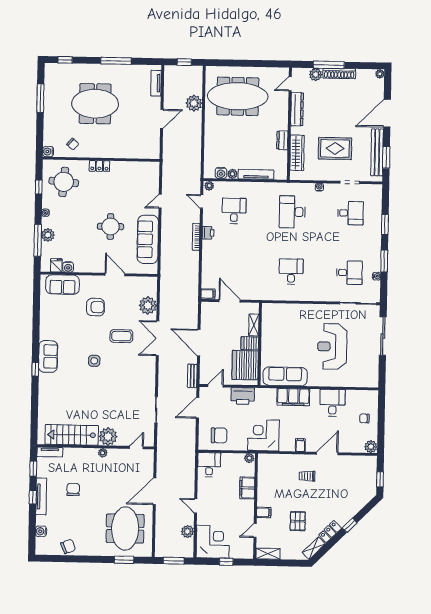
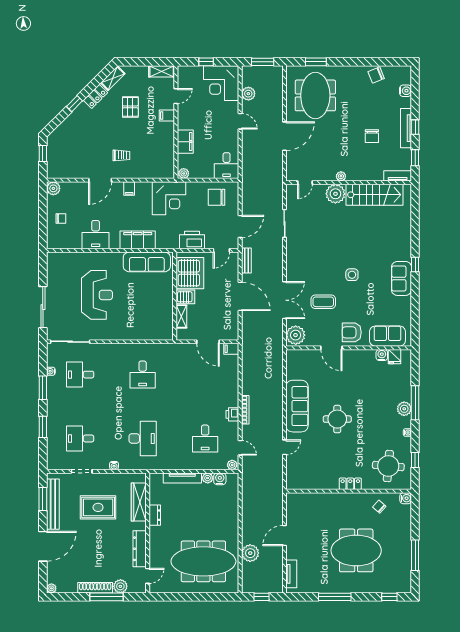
fridge: (56, 265) -> (394, 357), moved
water cooler: (68, 267) -> (382, 355), moved
wall: (99, 274) -> (349, 348), moved
door: (115, 275) -> (331, 348), moved
sofa: (63, 285) -> (387, 336), moved

